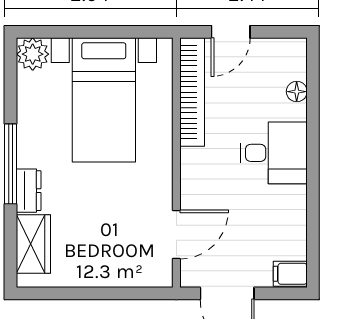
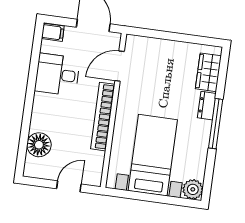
bookcase: (192, 92) -> (103, 117), moved
floor lamp: (297, 92) -> (39, 145), width x1.89, depth x1.89
desk: (274, 153) -> (57, 74), moved

